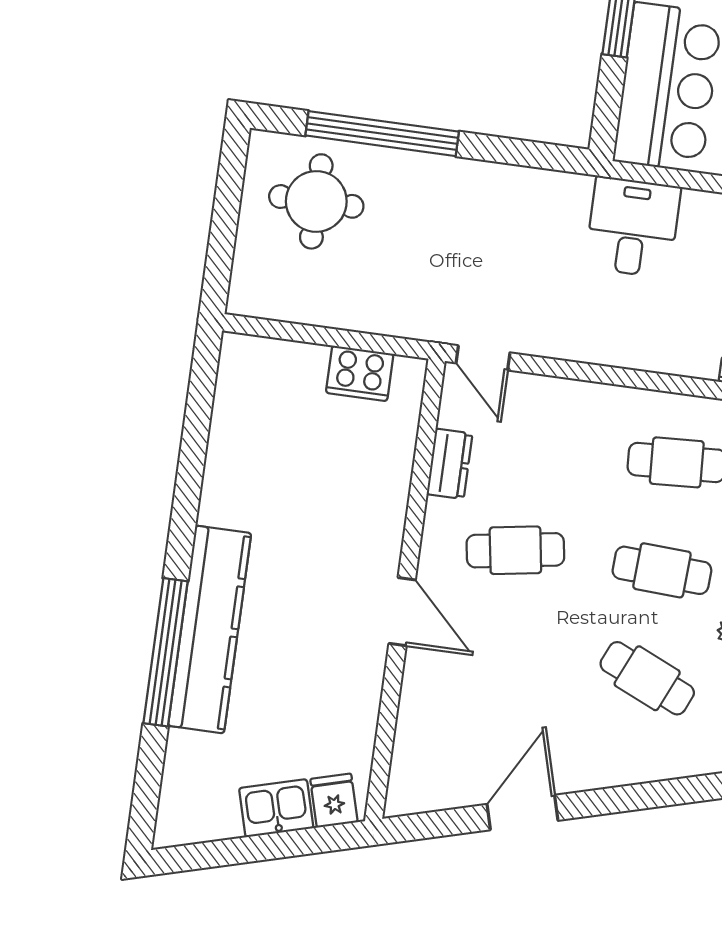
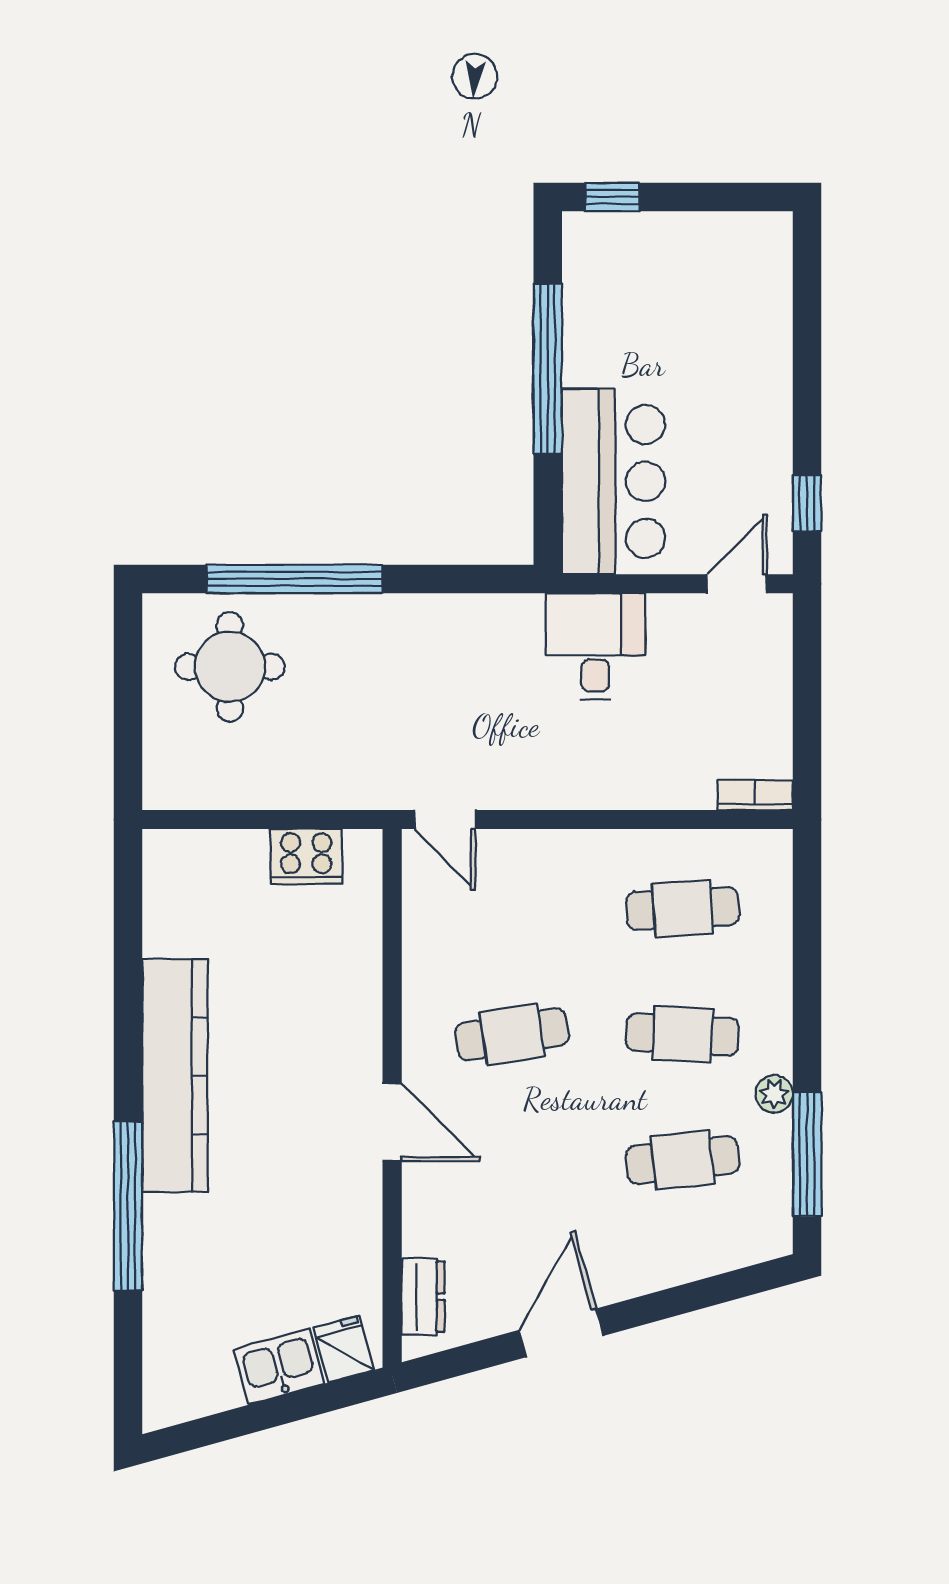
dresser: (450, 464) -> (423, 1297), moved
kitchen counter: (210, 629) -> (175, 1076), moved
cafe table: (647, 678) -> (683, 1160), turned -30

